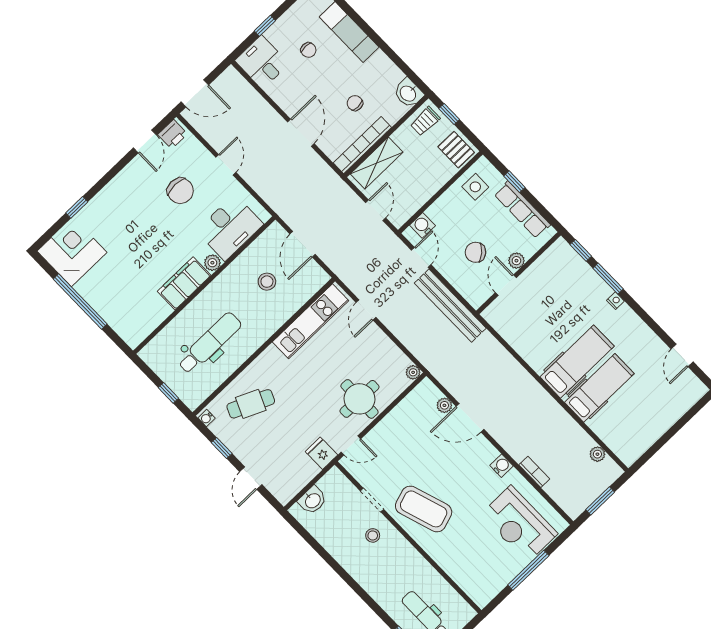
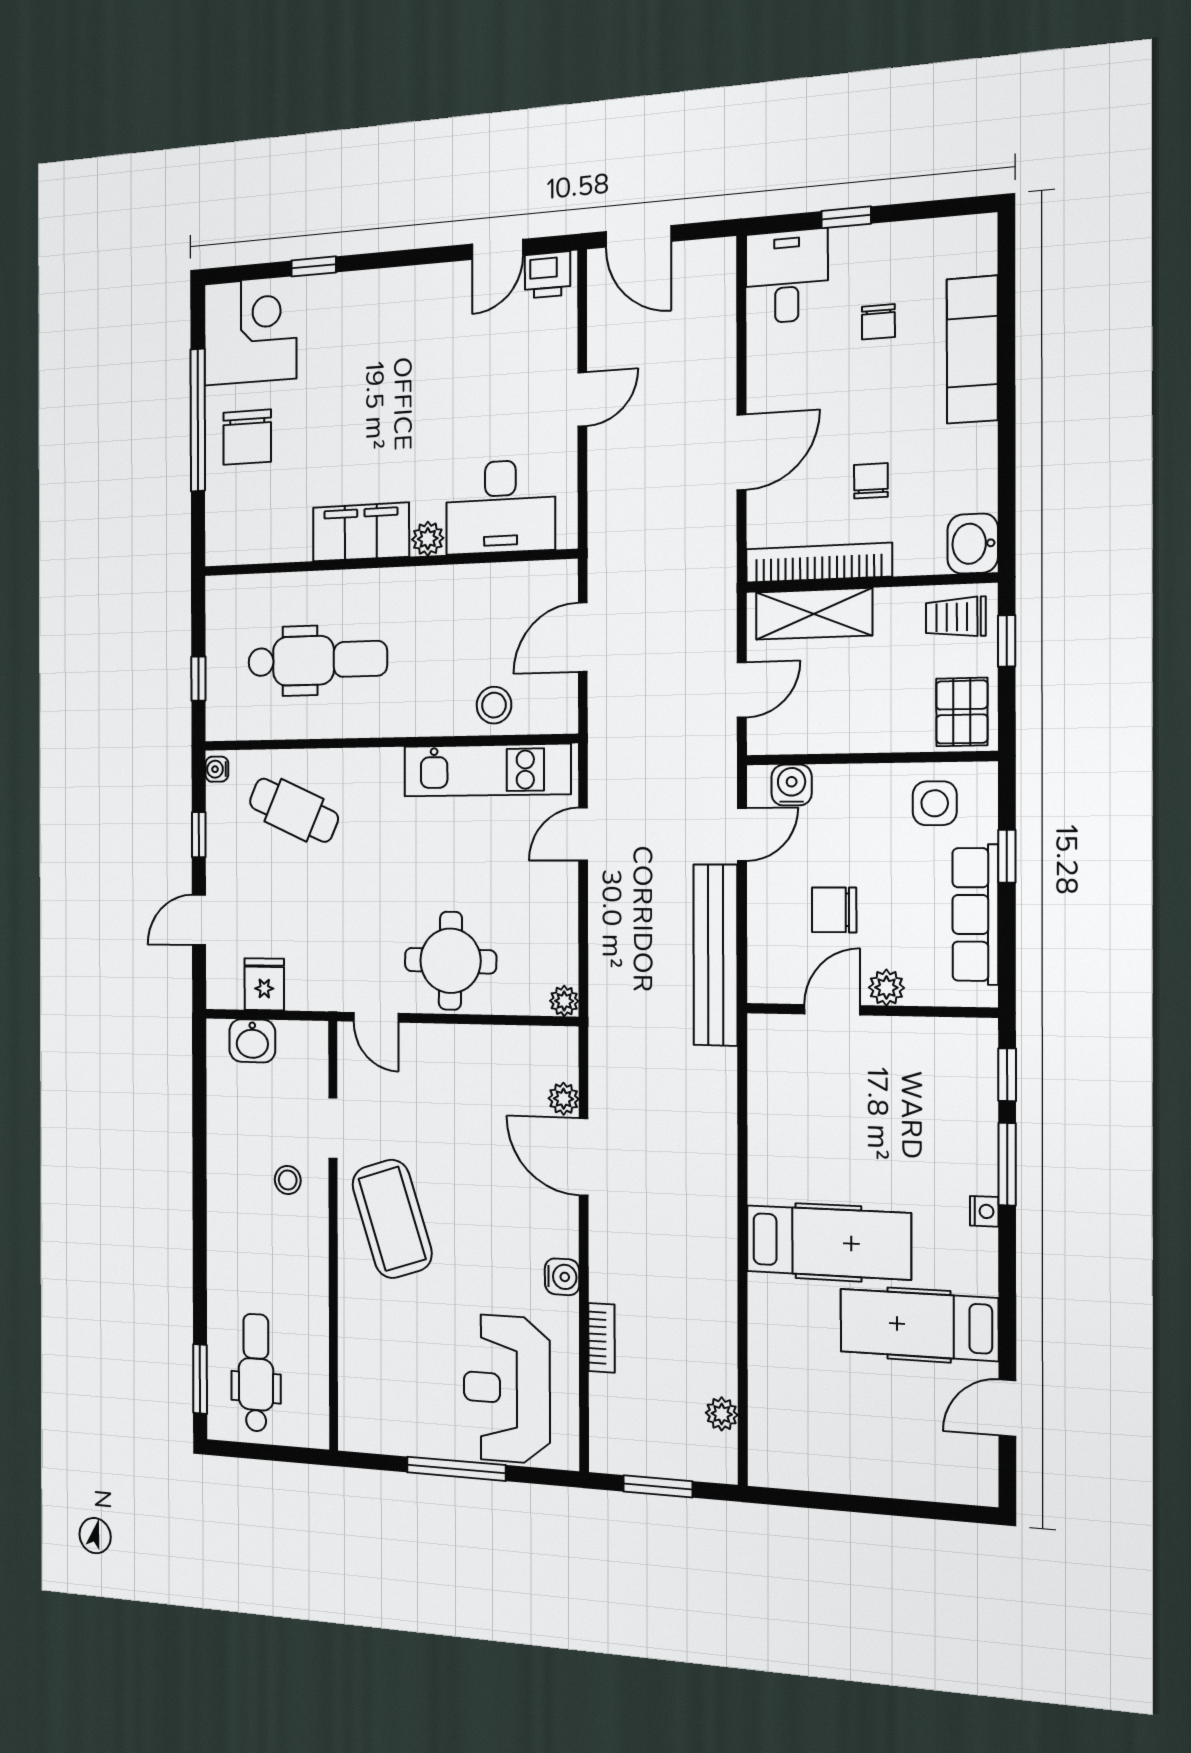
chair: (180, 191) -> (247, 437), moved
chair: (475, 252) -> (834, 910), turned -48
stool: (267, 282) -> (494, 705), moved
hospital bed: (599, 388) -> (919, 1325), moved, turned 180
fridge: (321, 453) -> (264, 984), moved

